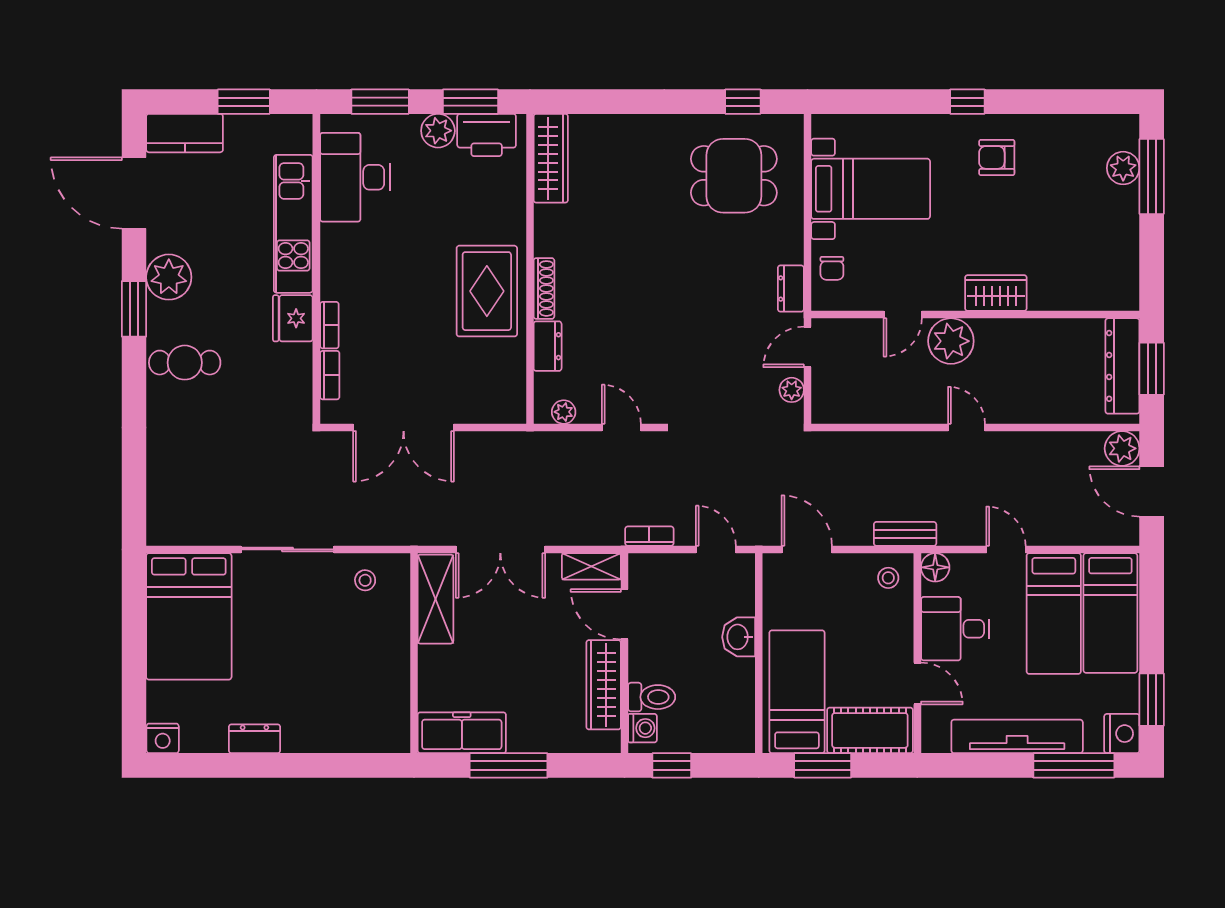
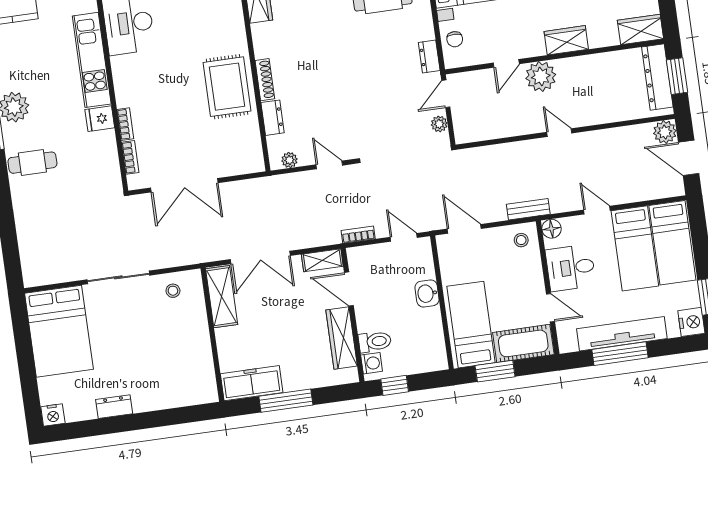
wardrobe: (1107, 292) -> (640, 29), added
fridge: (293, 318) -> (100, 119), width x0.72
window: (1074, 765) -> (620, 354), moved

